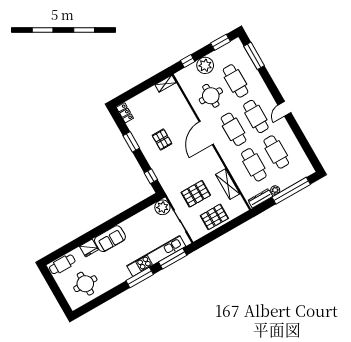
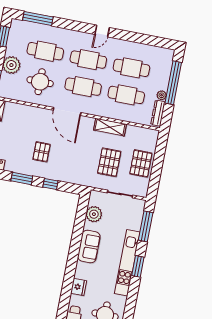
door: (284, 109) -> (102, 31), hinge flipped
pallet: (162, 140) -> (42, 152), turned 90
window: (151, 176) -> (50, 184), moved
shelving: (228, 184) -> (110, 127), moved
plant: (162, 207) -> (94, 214), moved
sofa: (110, 239) -> (89, 247), moved
kitchen unit: (156, 256) -> (127, 263), moved
window: (140, 278) -> (138, 266), width x0.69

